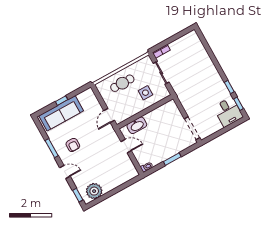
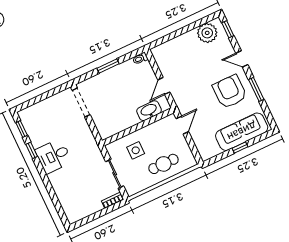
desk: (228, 112) -> (54, 156), moved, turned -90
armchair: (73, 145) -> (230, 92), width x1.88, depth x1.88
door: (126, 146) -> (164, 86), hinge flipped

